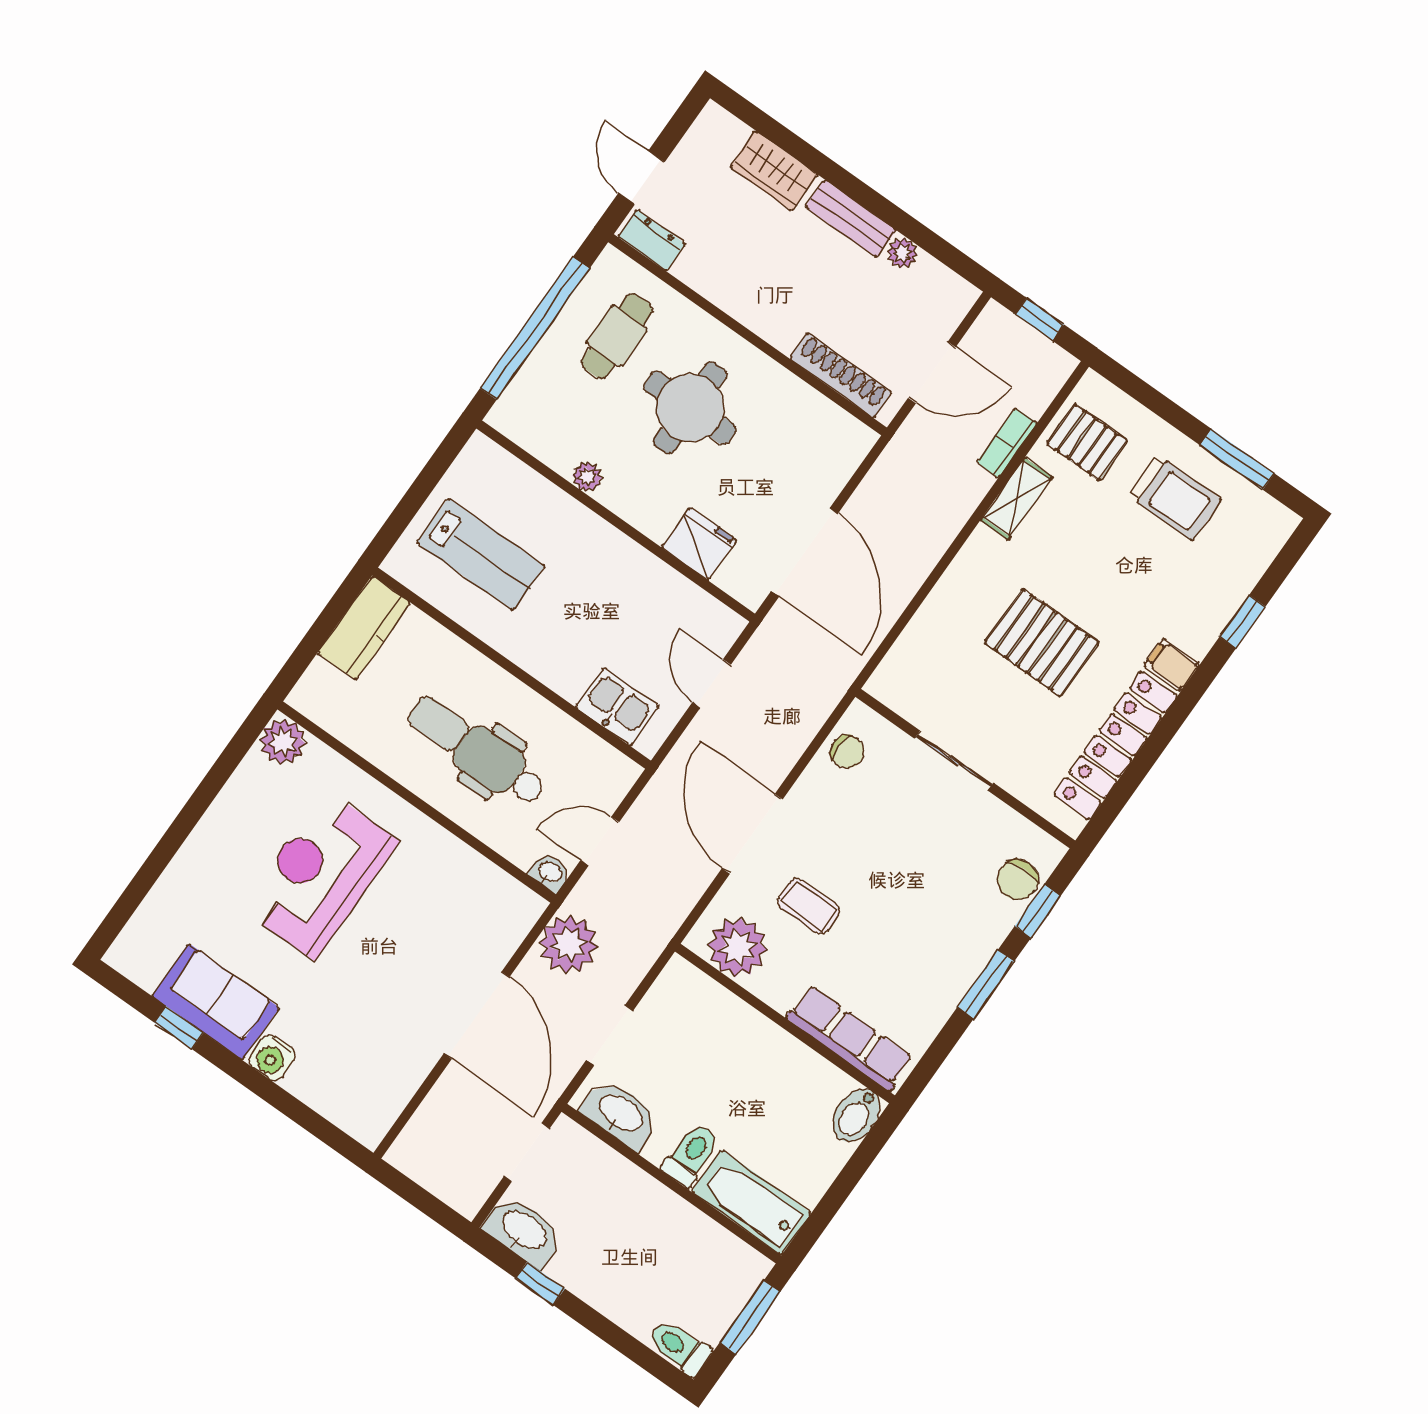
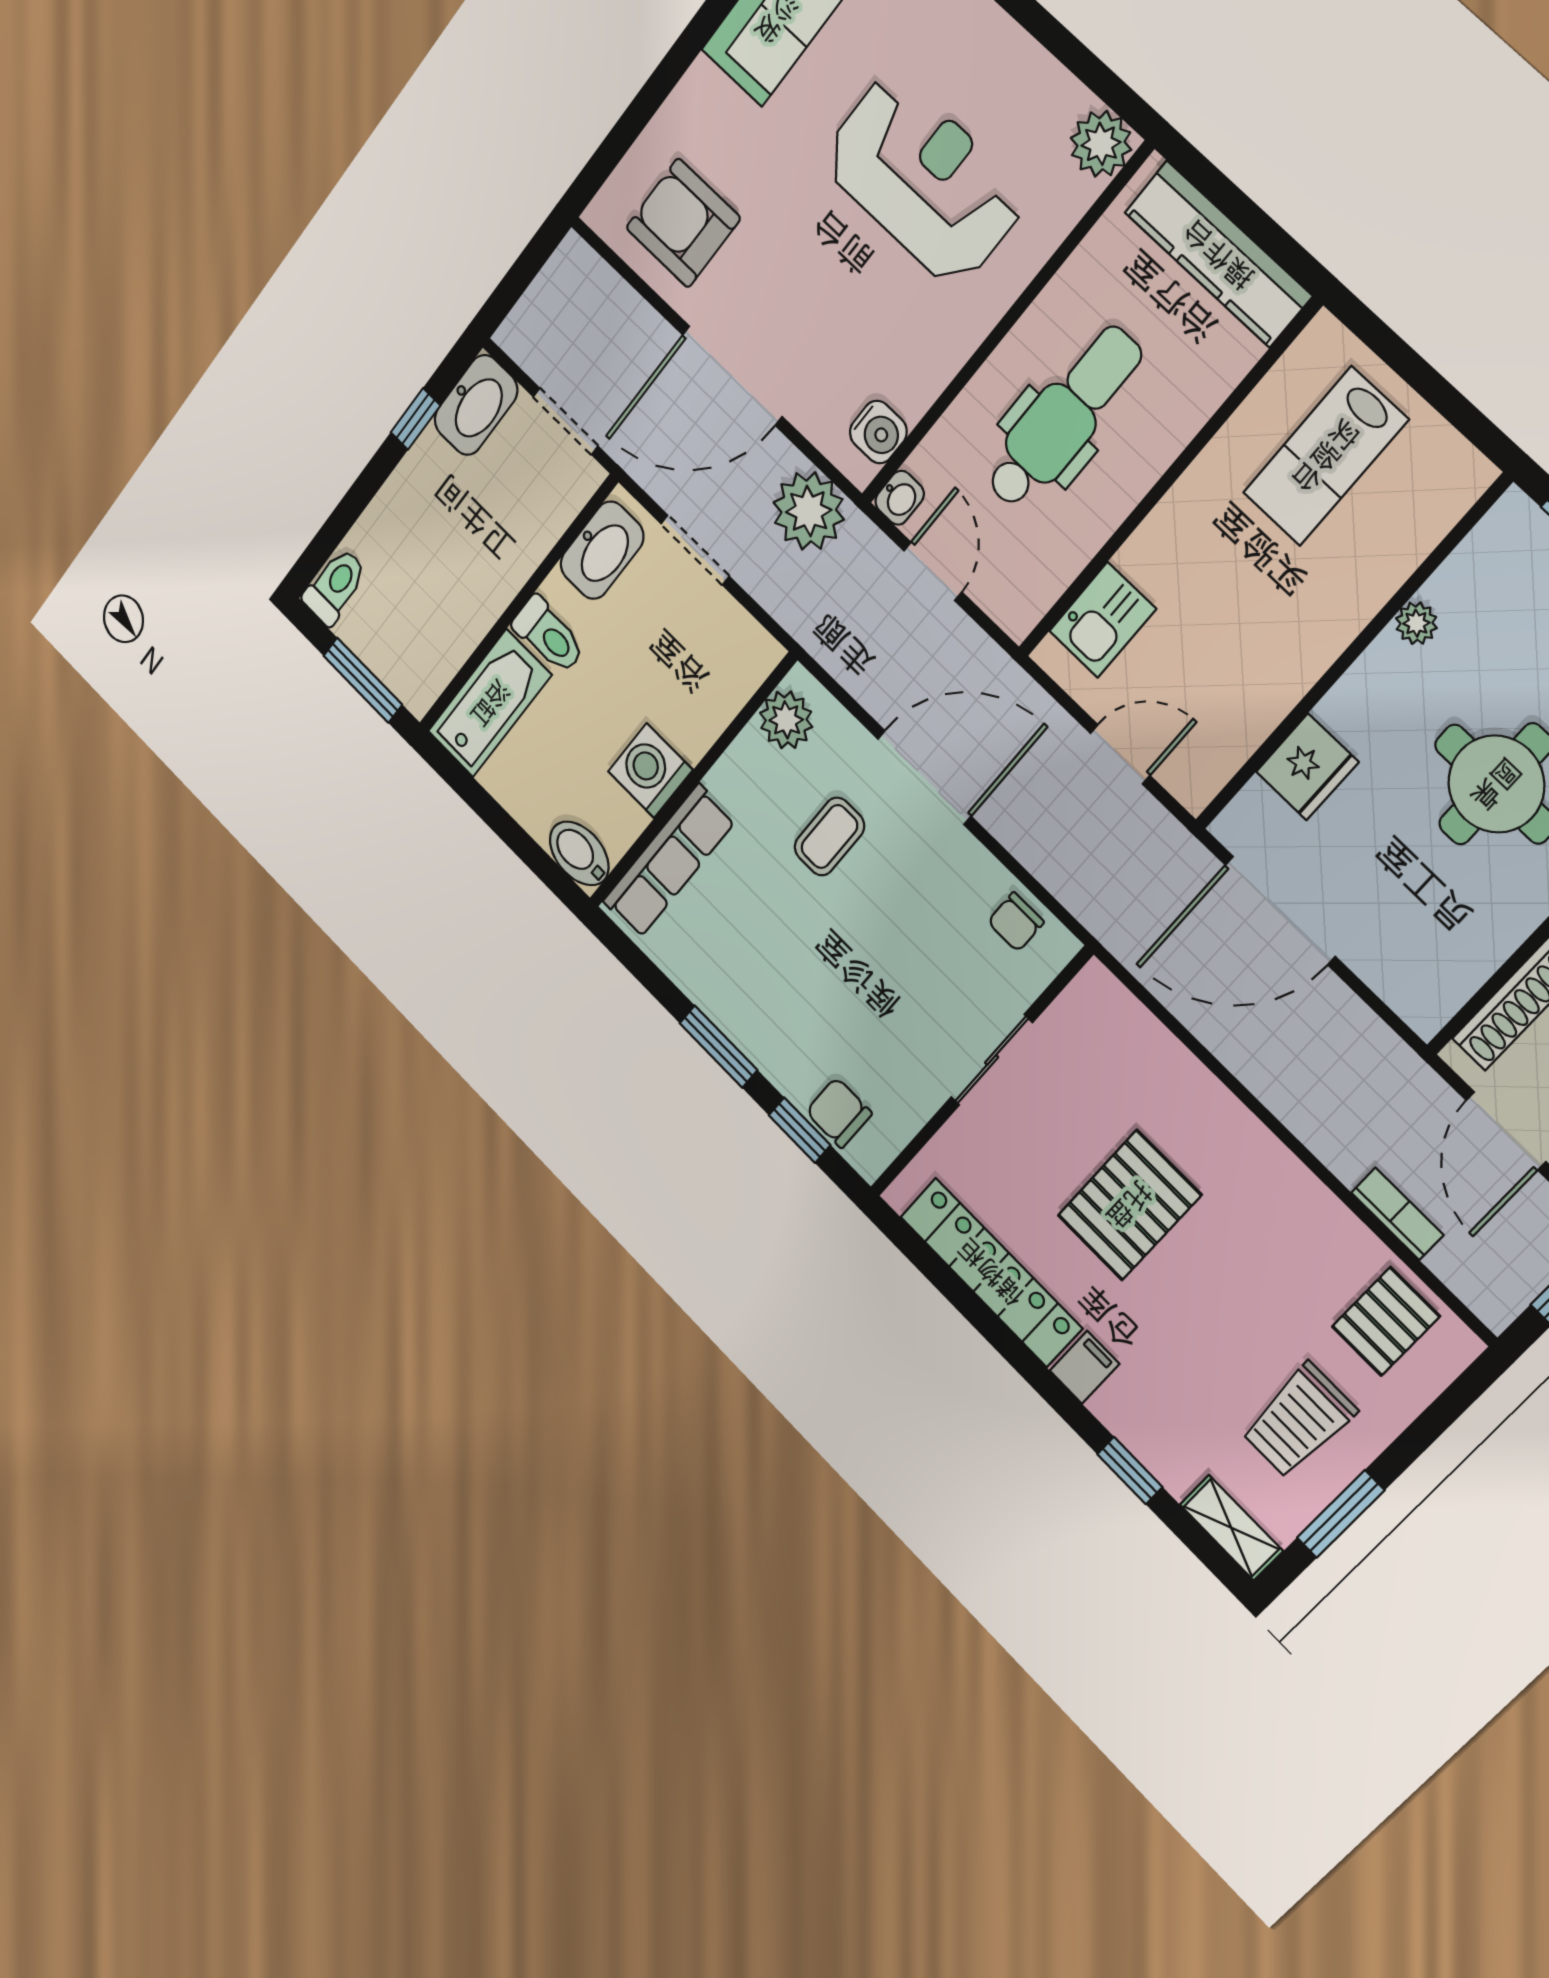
shelving: (1017, 499) -> (1231, 1528), moved
kitchen counter: (364, 628) -> (1218, 254), width x1.50
plant: (738, 947) -> (786, 720), width x0.73, depth x0.73
water cooler: (272, 1057) -> (878, 432), moved, turned 180
washing machine: (782, 1059) -> (650, 771), added
armchair: (369, 1065) -> (683, 223), added

